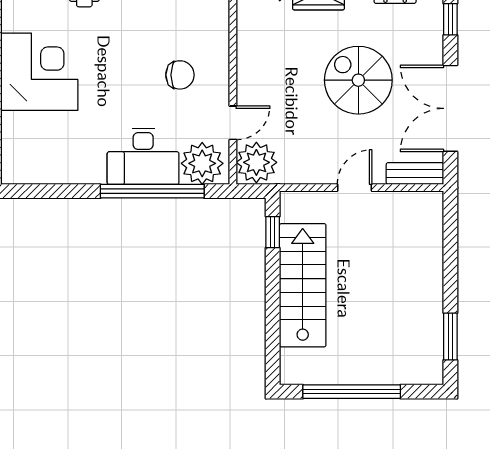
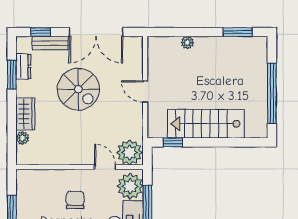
spiral stairs: (358, 80) -> (78, 89), turned -90
bench: (415, 173) -> (50, 43), moved, turned 90
plant: (433, 256) -> (187, 43), added

